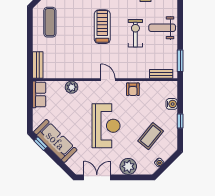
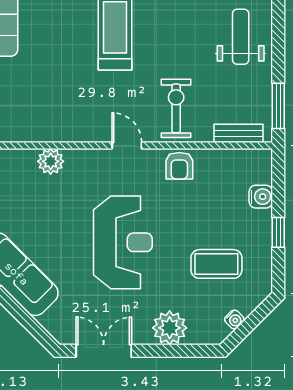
weight bench: (162, 28) -> (241, 37), turned 90
exercise bike: (135, 33) -> (176, 108), moved
coffee table: (151, 136) -> (216, 264), turned 51

